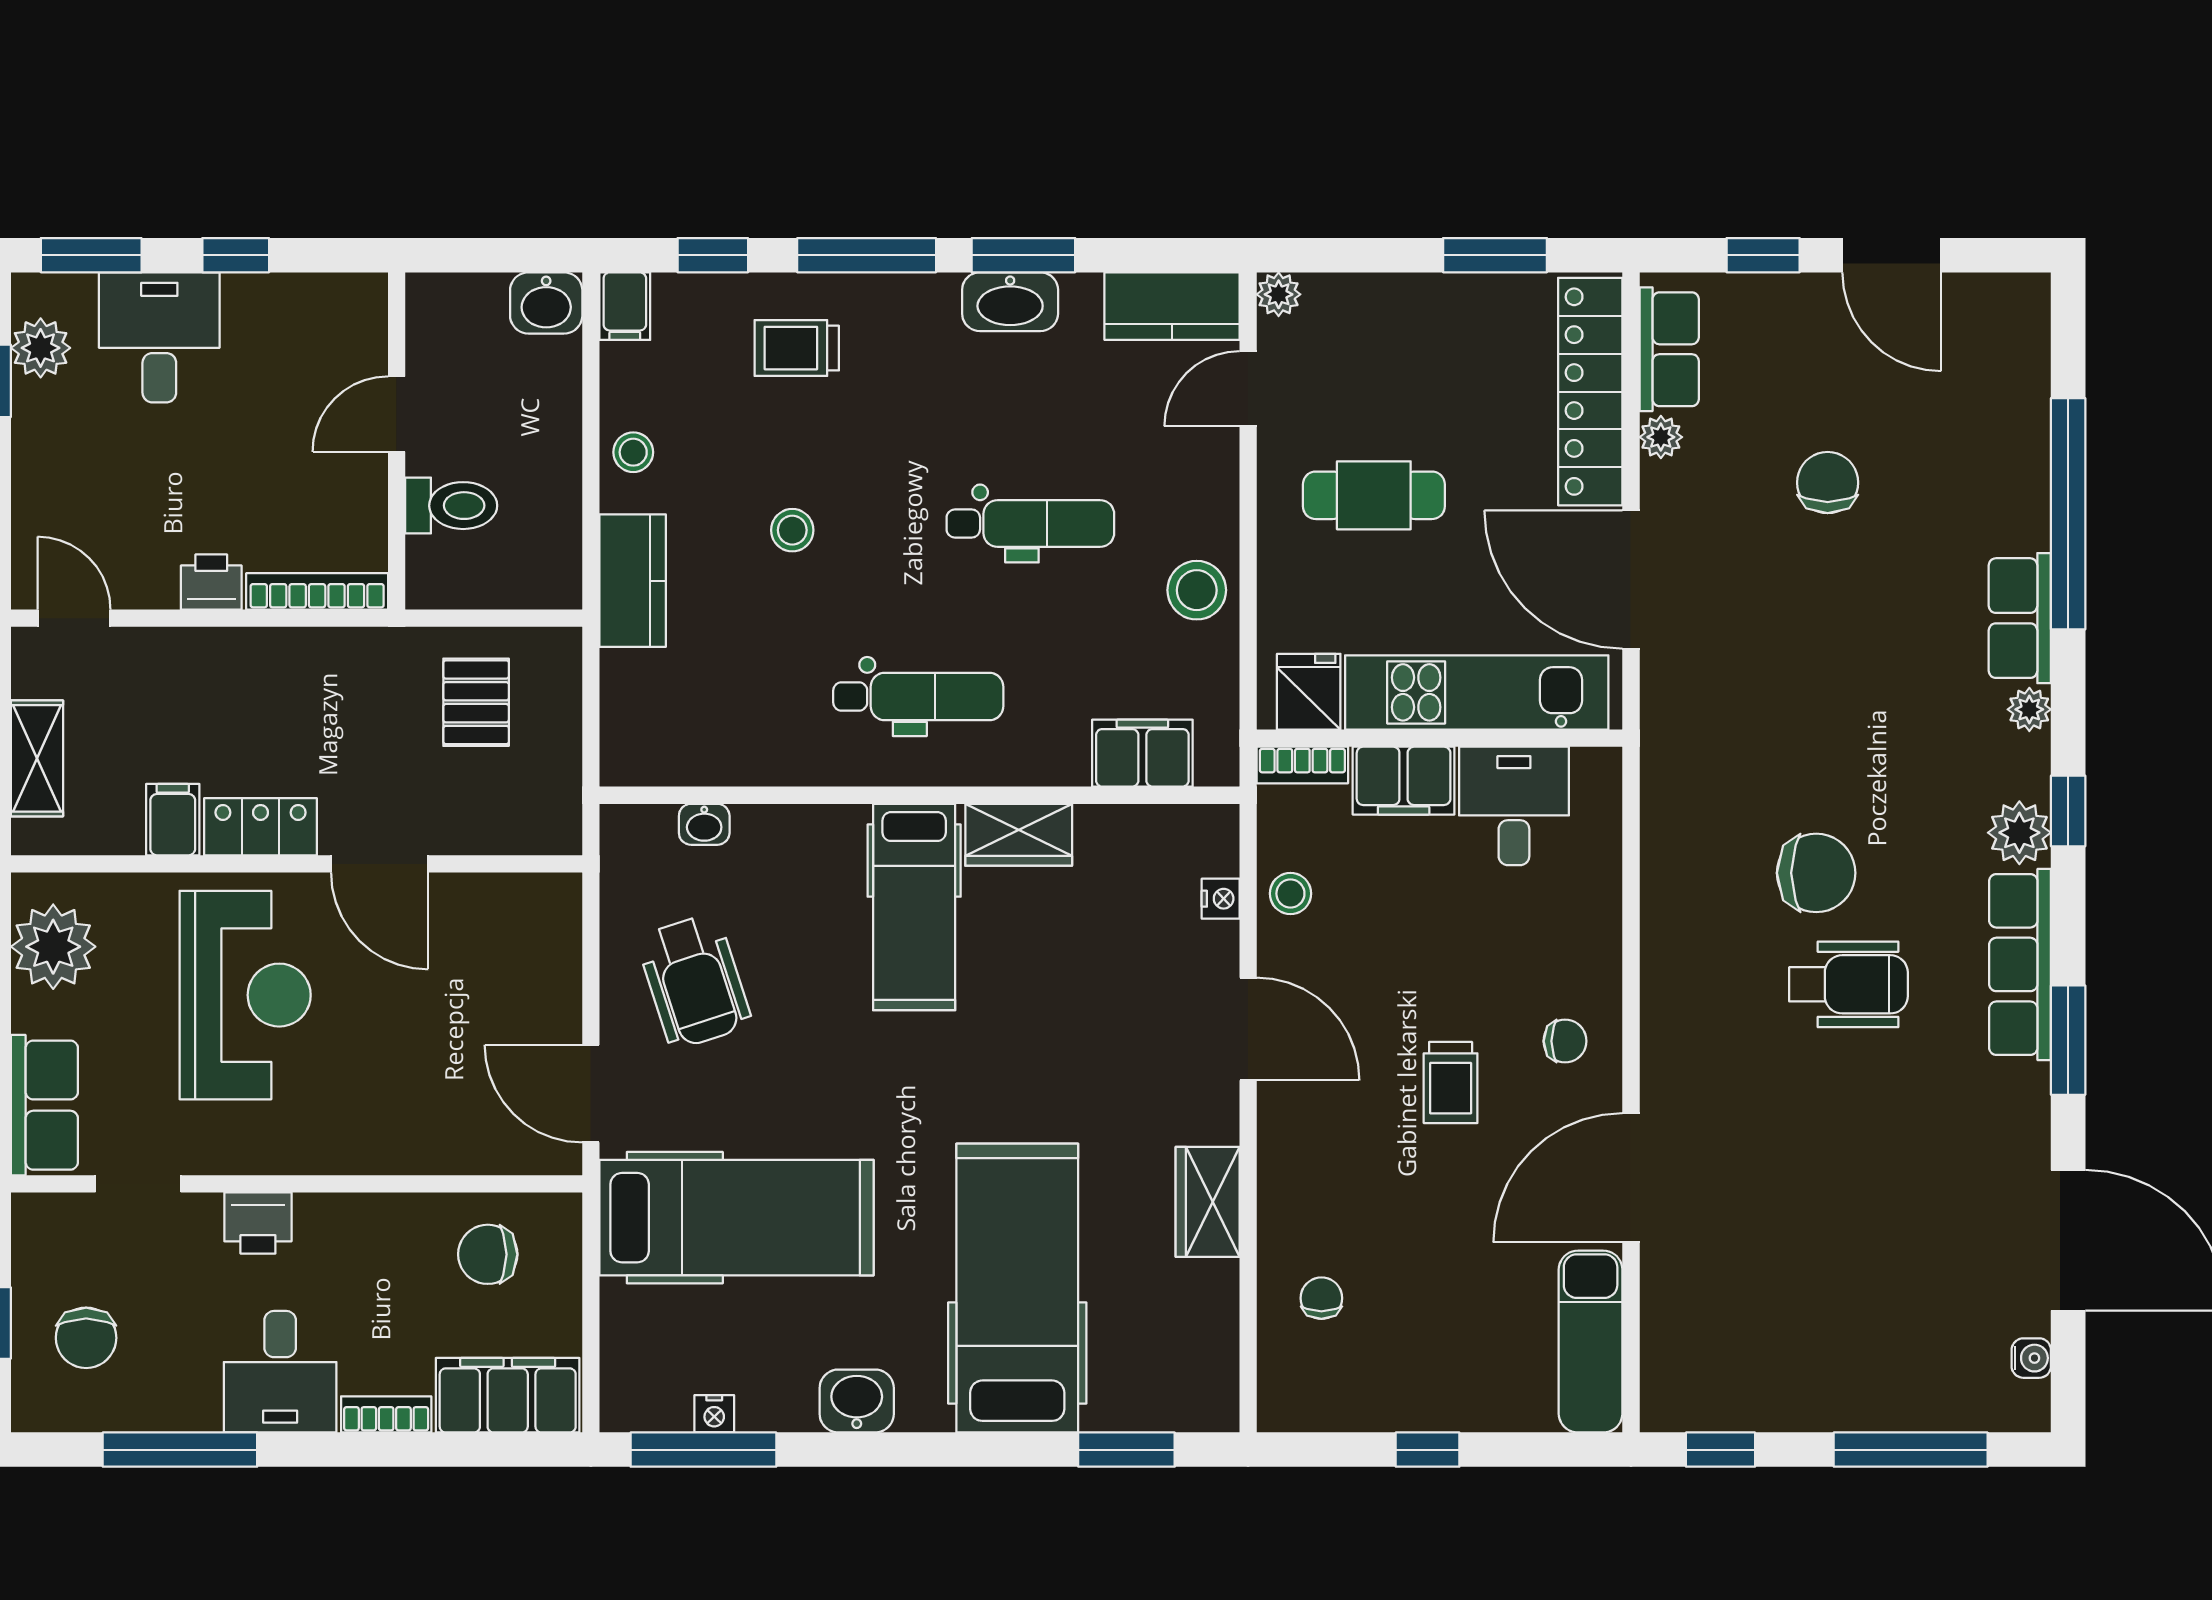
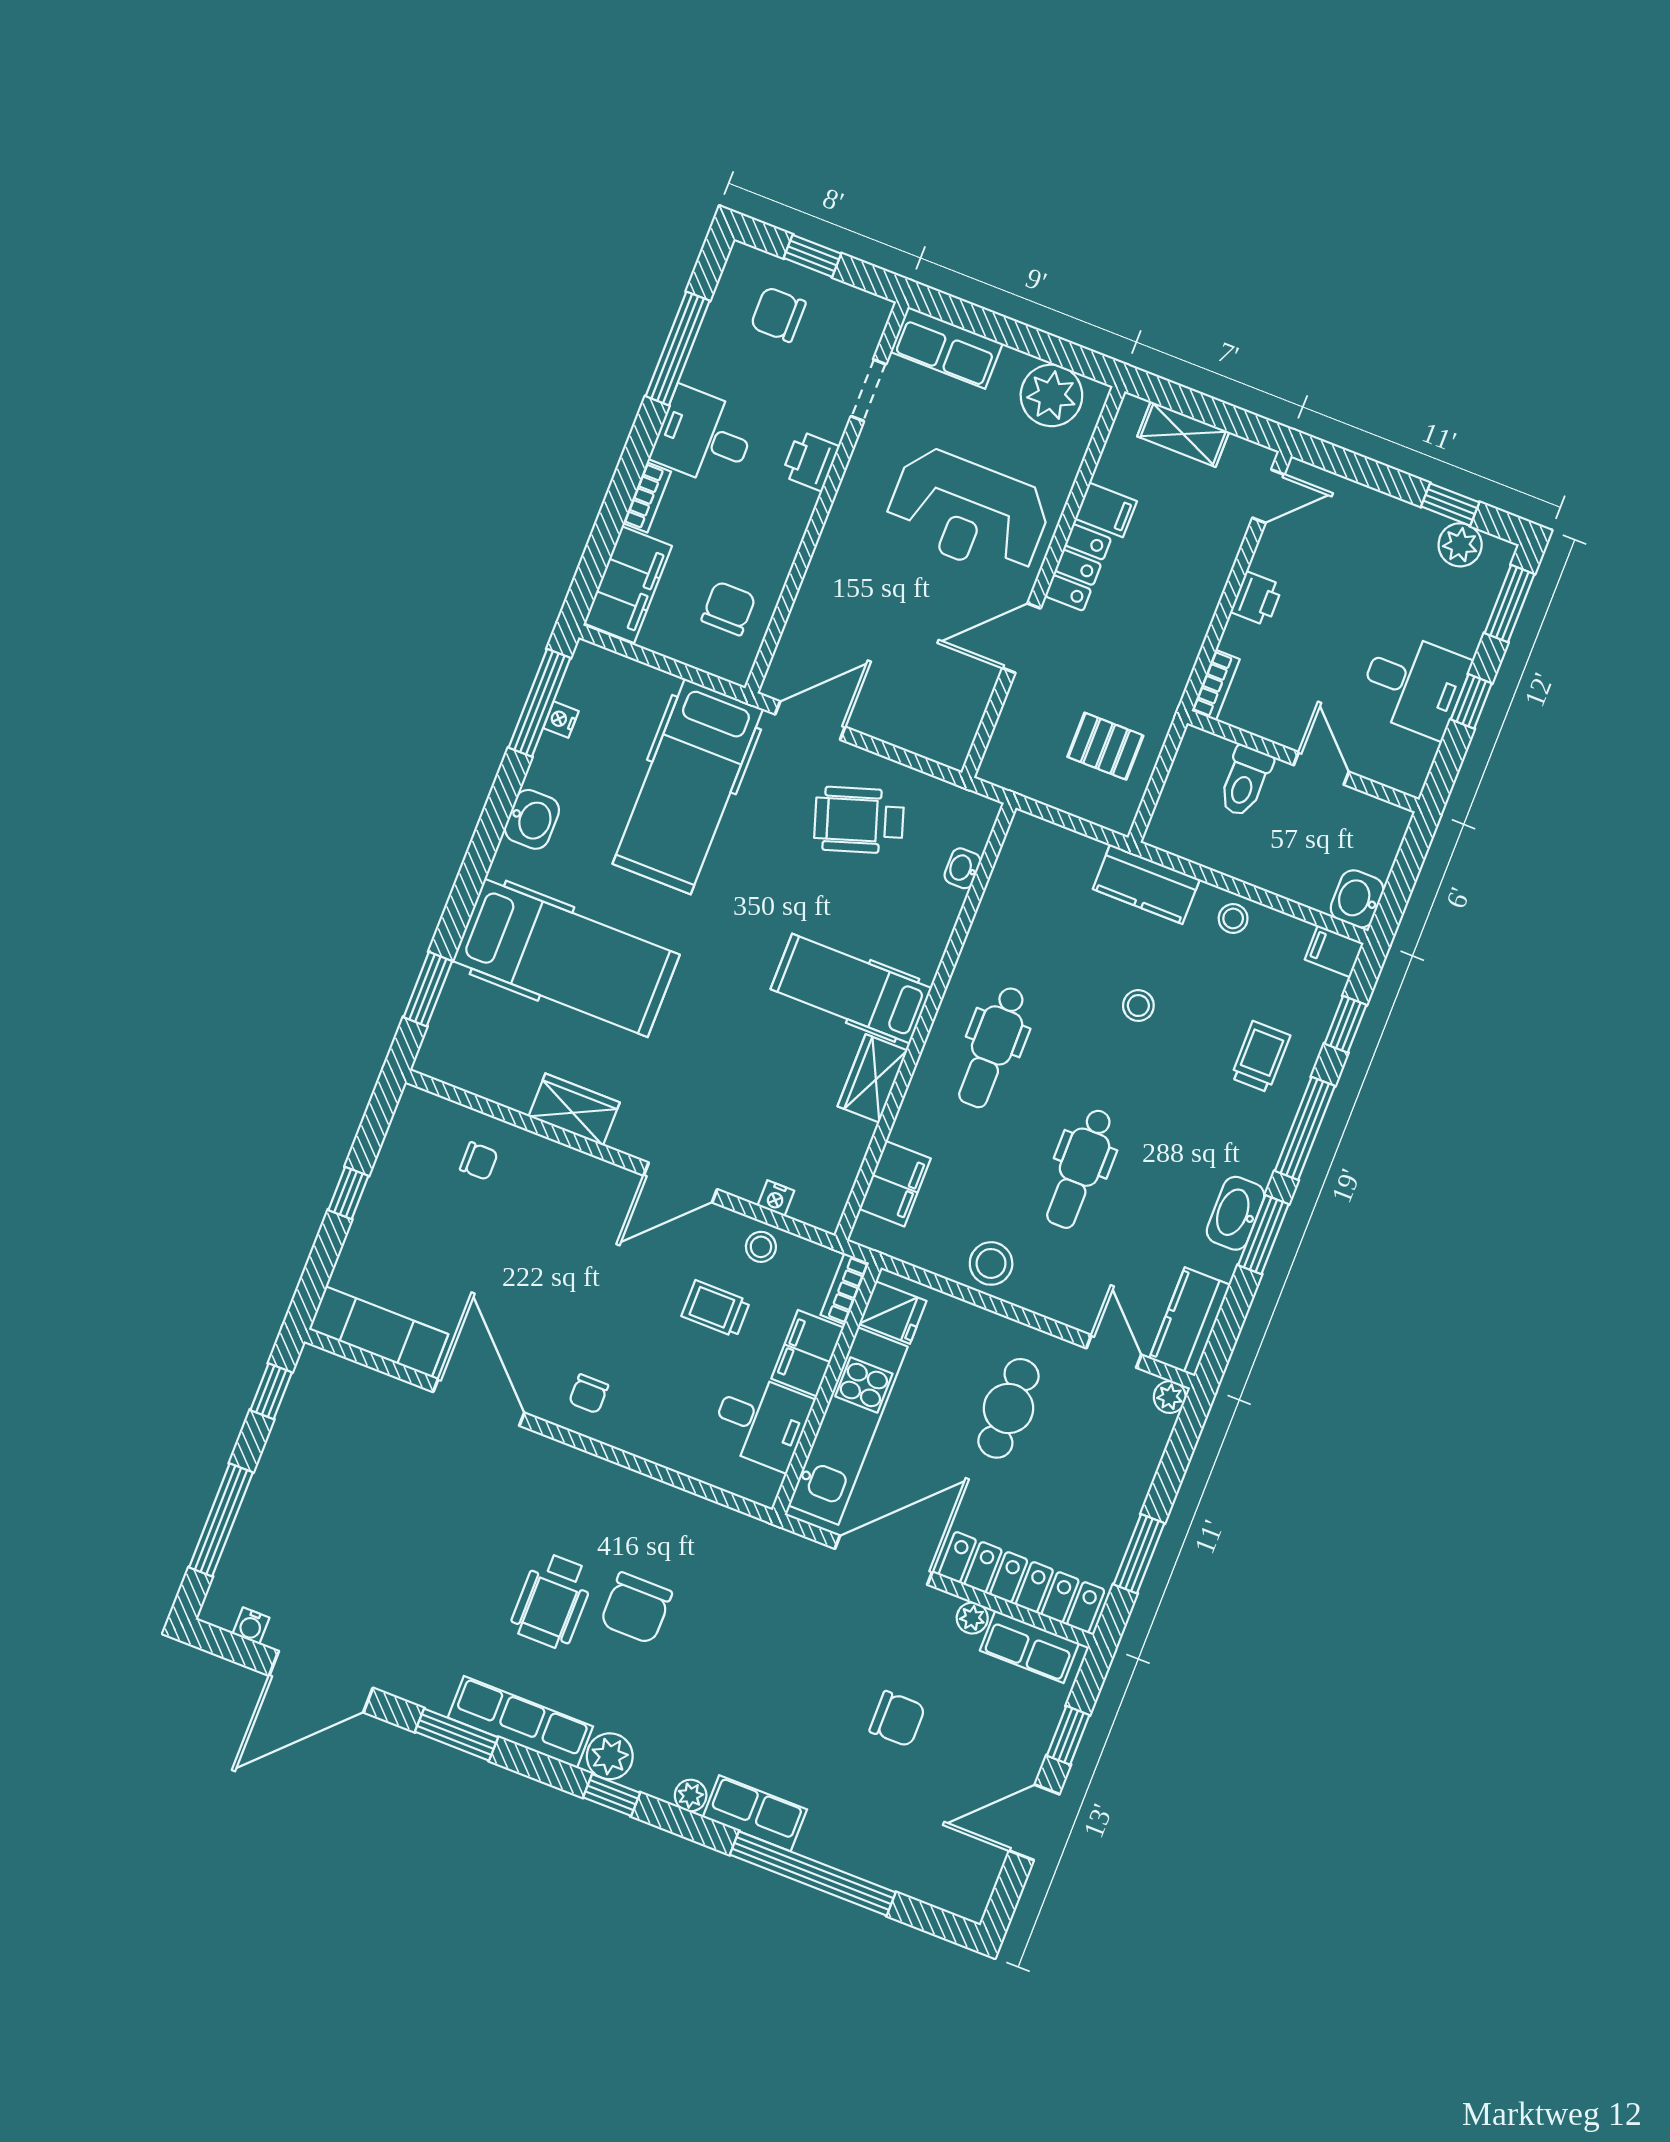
desk: (159, 337) -> (1414, 684), moved
bookcase: (317, 591) -> (1216, 685), width x0.64
trolley: (1451, 1082) -> (716, 1309), moved

